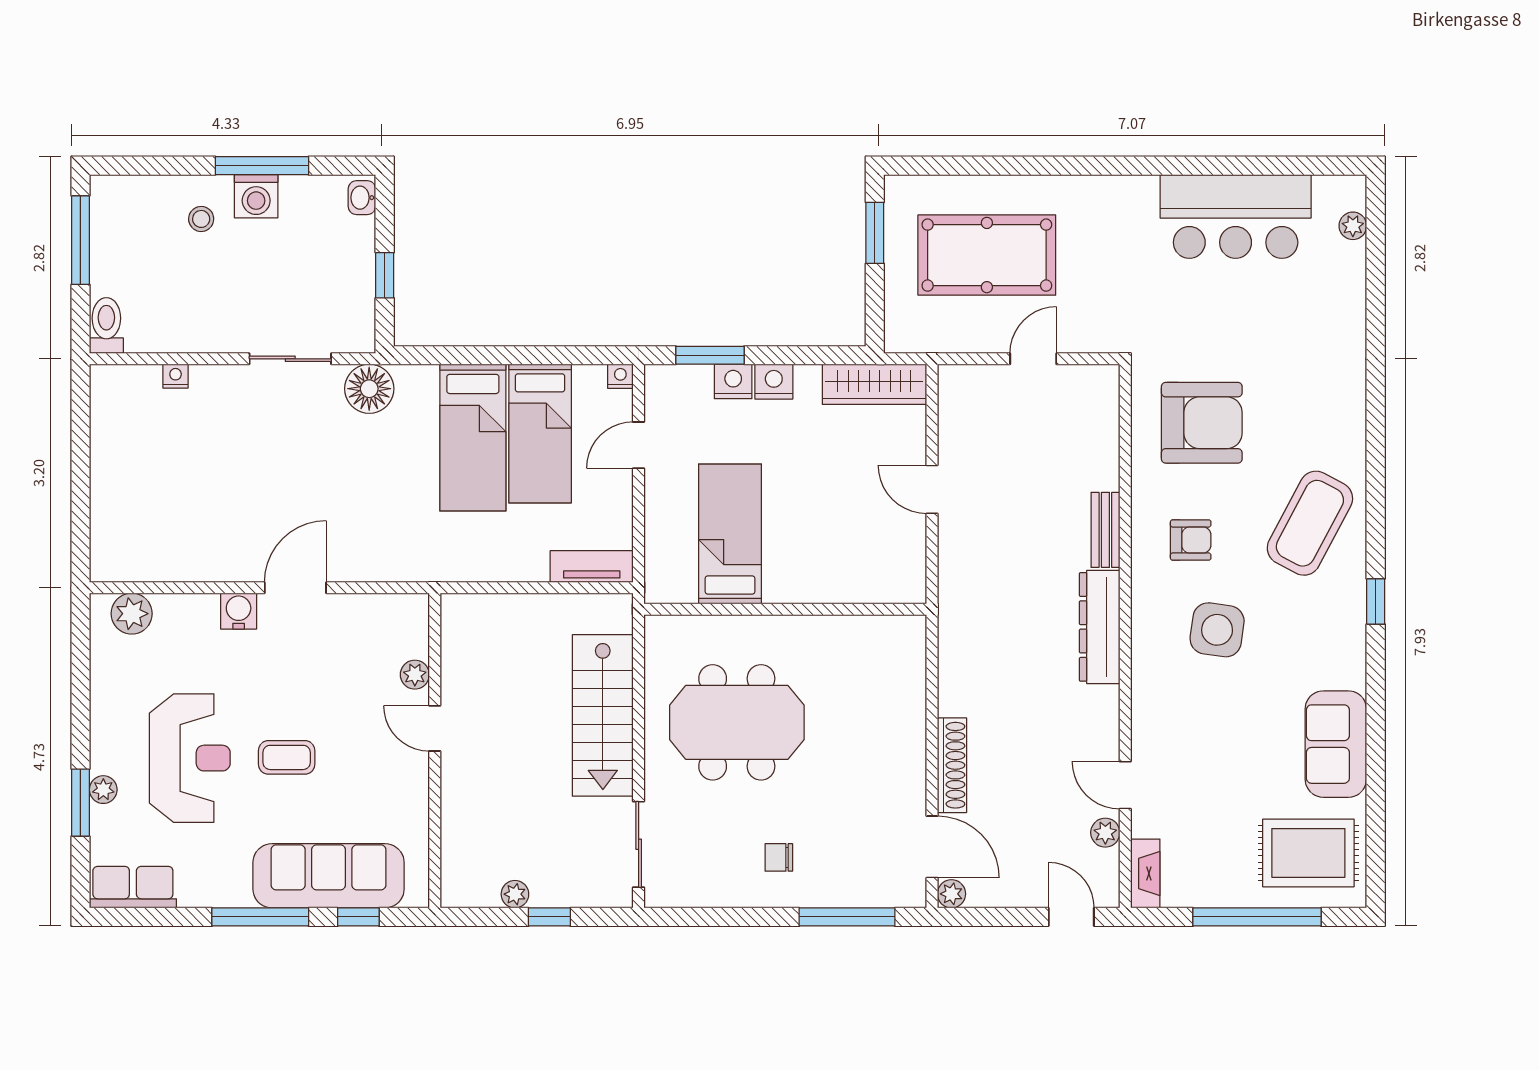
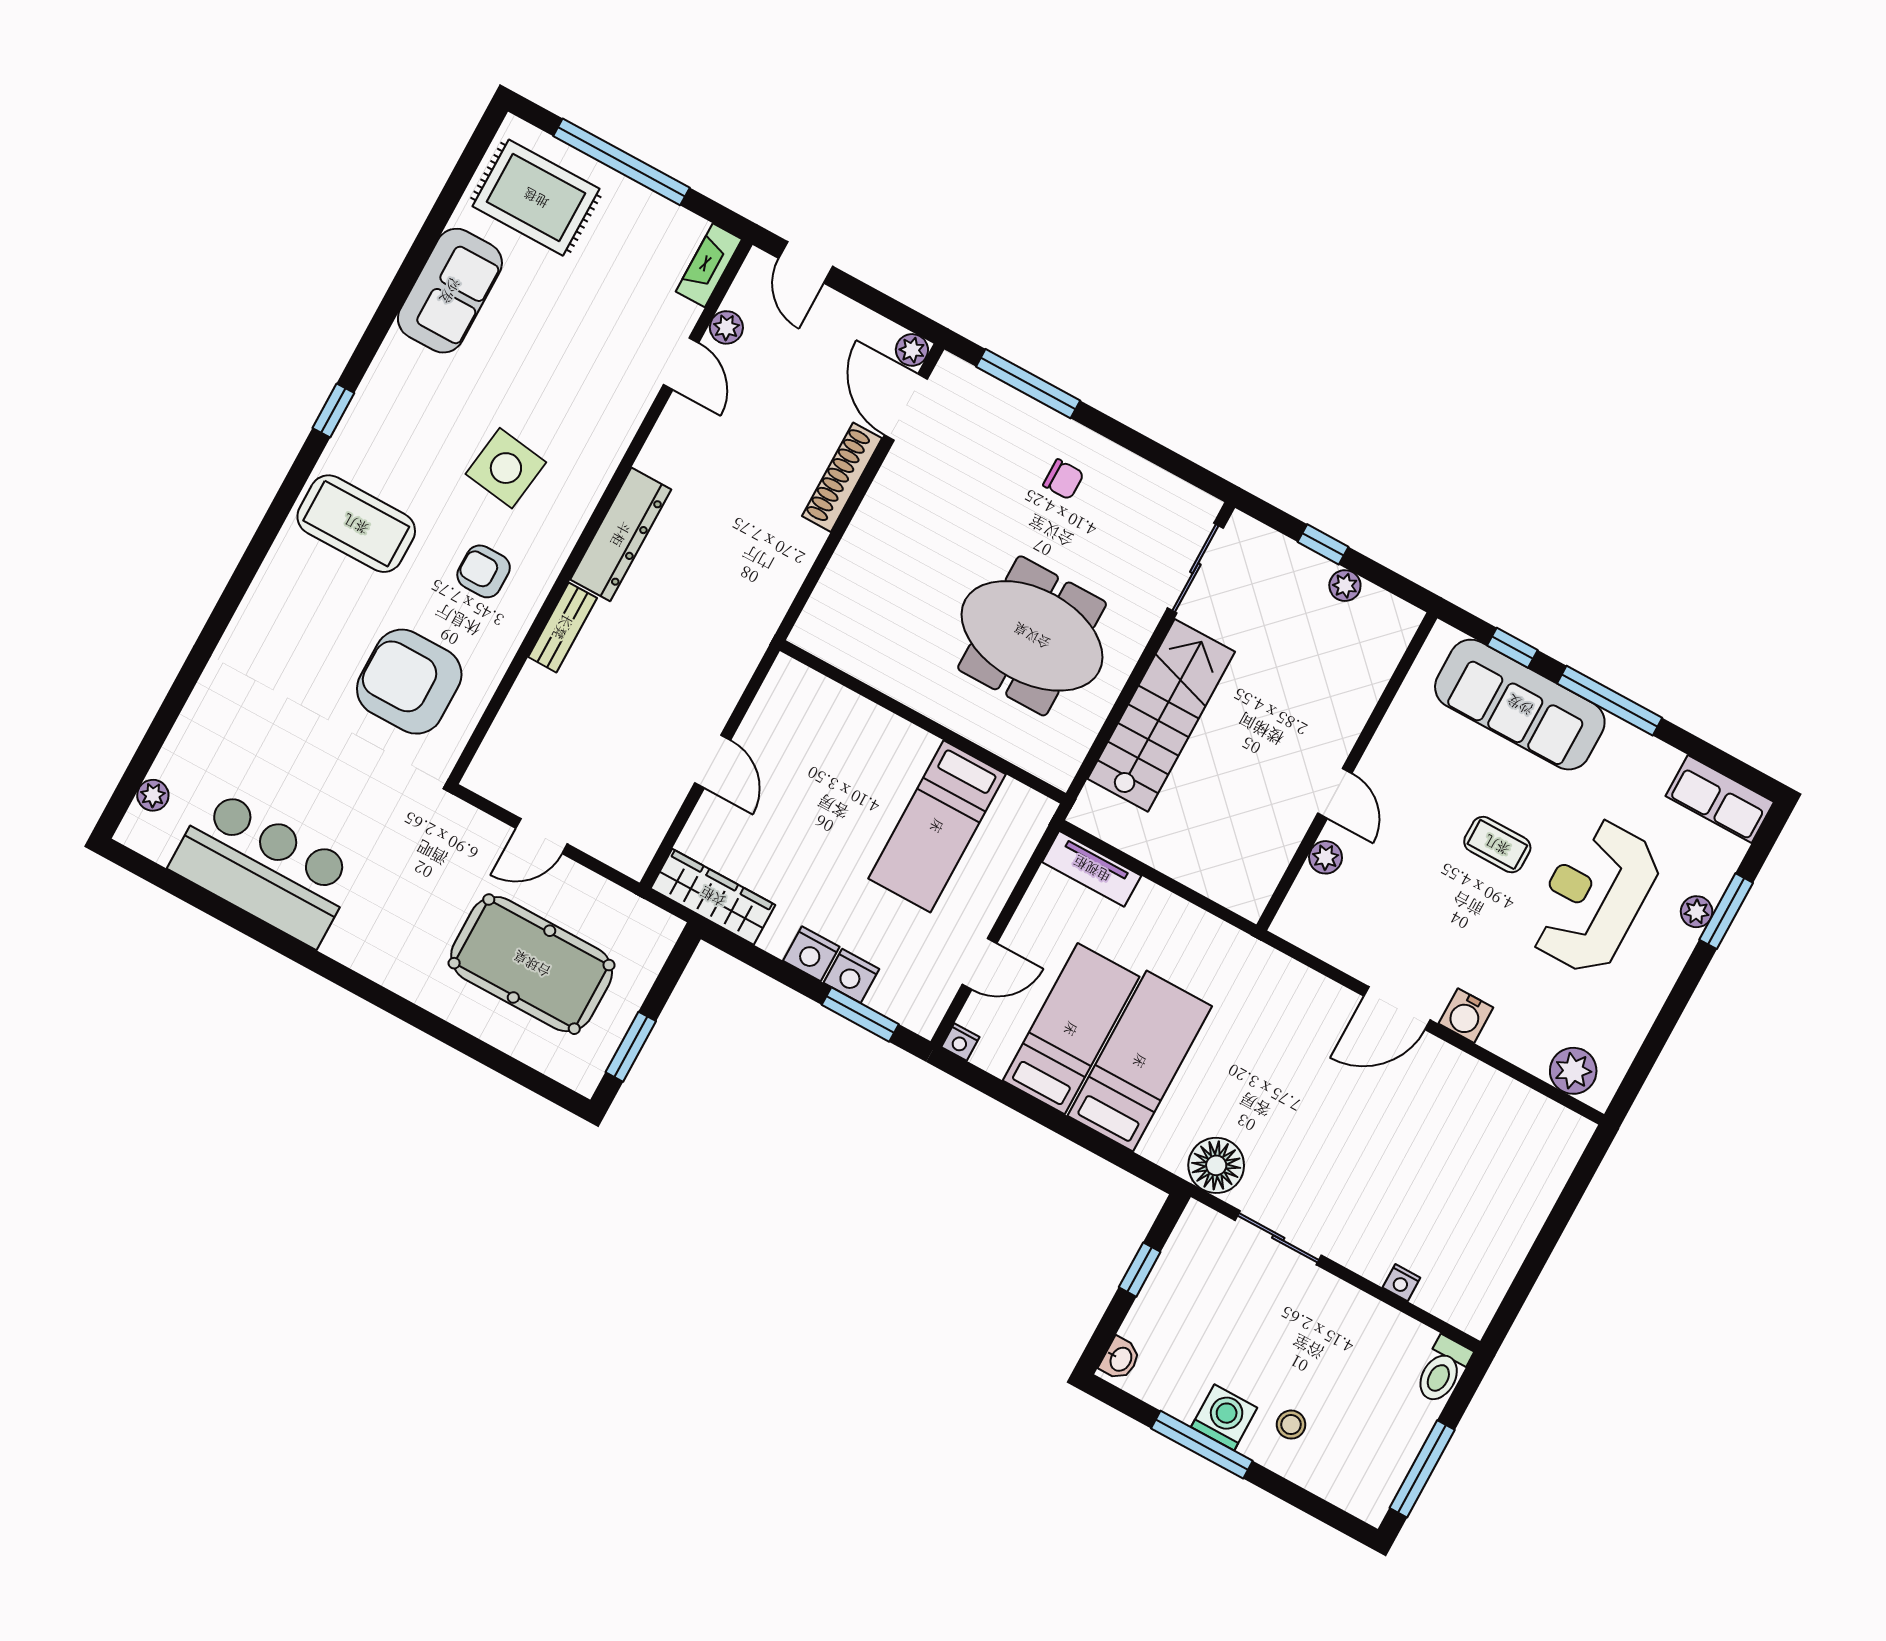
coffee table: (1310, 523) -> (356, 524), turned 62

